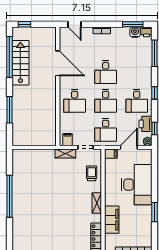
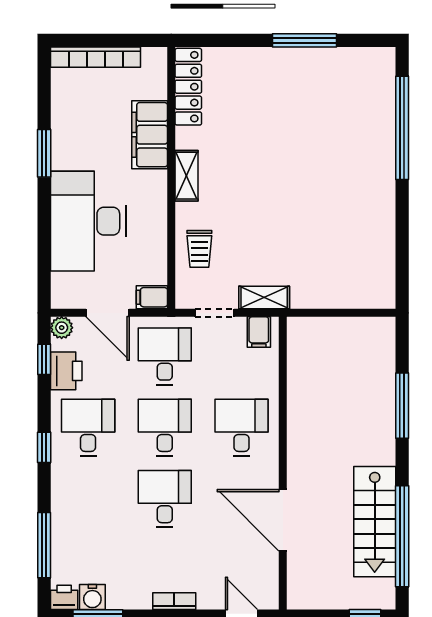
door: (129, 147) -> (108, 313), hinge flipped
window: (9, 196) -> (402, 128), moved

